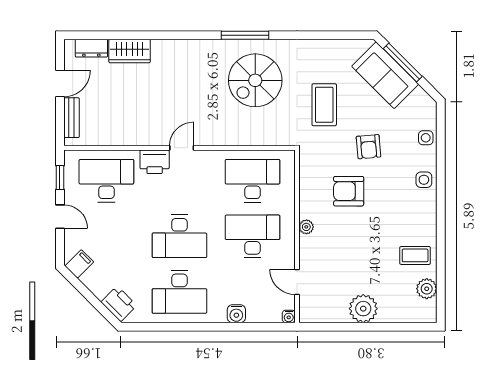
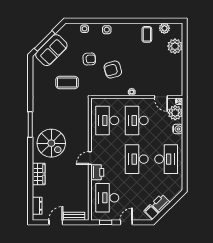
wardrobe: (130, 51) -> (39, 174), moved
spiral stairs: (255, 80) -> (51, 143), moved
door: (60, 84) -> (56, 222), hinge flipped
door: (182, 148) -> (90, 158), hinge flipped
armchair: (349, 191) -> (113, 70), turned 74
desk: (179, 236) -> (137, 159), turned 180
door: (297, 282) -> (161, 97), hinge flipped
printer: (119, 304) -> (161, 203), moved
plant: (267, 309) -> (175, 113), added
plant: (363, 309) -> (175, 46), moved

